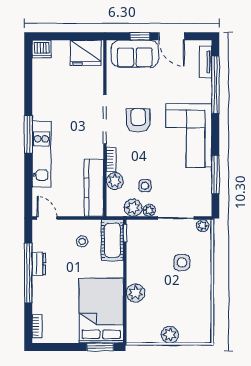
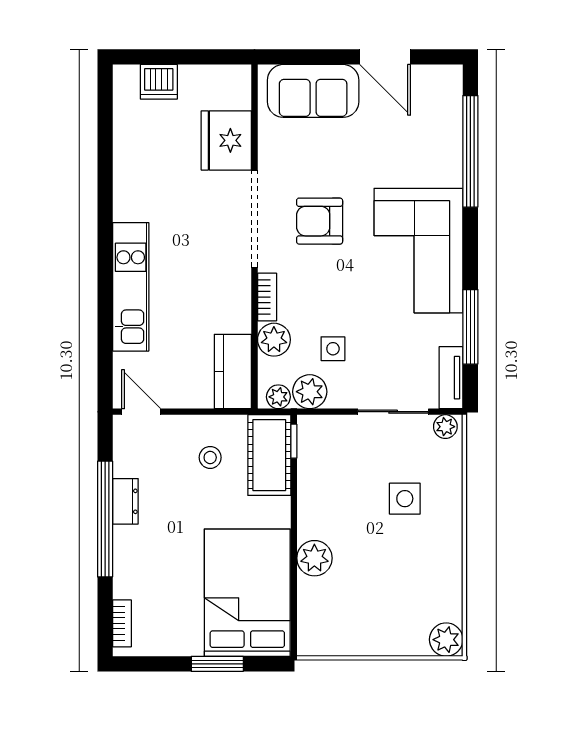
window: (140, 36) -> (323, 57), removed
dishwasher: (42, 49) -> (159, 82), moved
fridge: (85, 53) -> (226, 140), moved, turned 90
tv unit: (205, 62) -> (451, 378), moved
armchair: (138, 120) -> (320, 221), turned -90
window: (28, 134) -> (105, 248), removed
kitchen counter: (94, 188) -> (233, 372), width x0.67
plant: (149, 210) -> (278, 397), moved
plant: (170, 335) -> (446, 640), moved
window: (100, 347) -> (217, 664), moved

